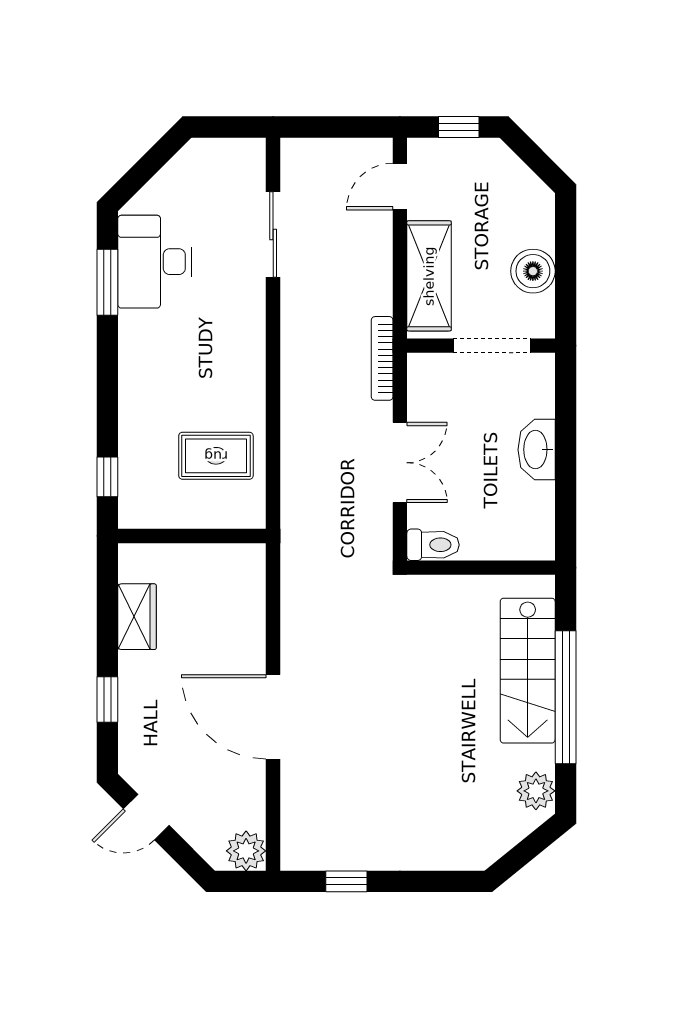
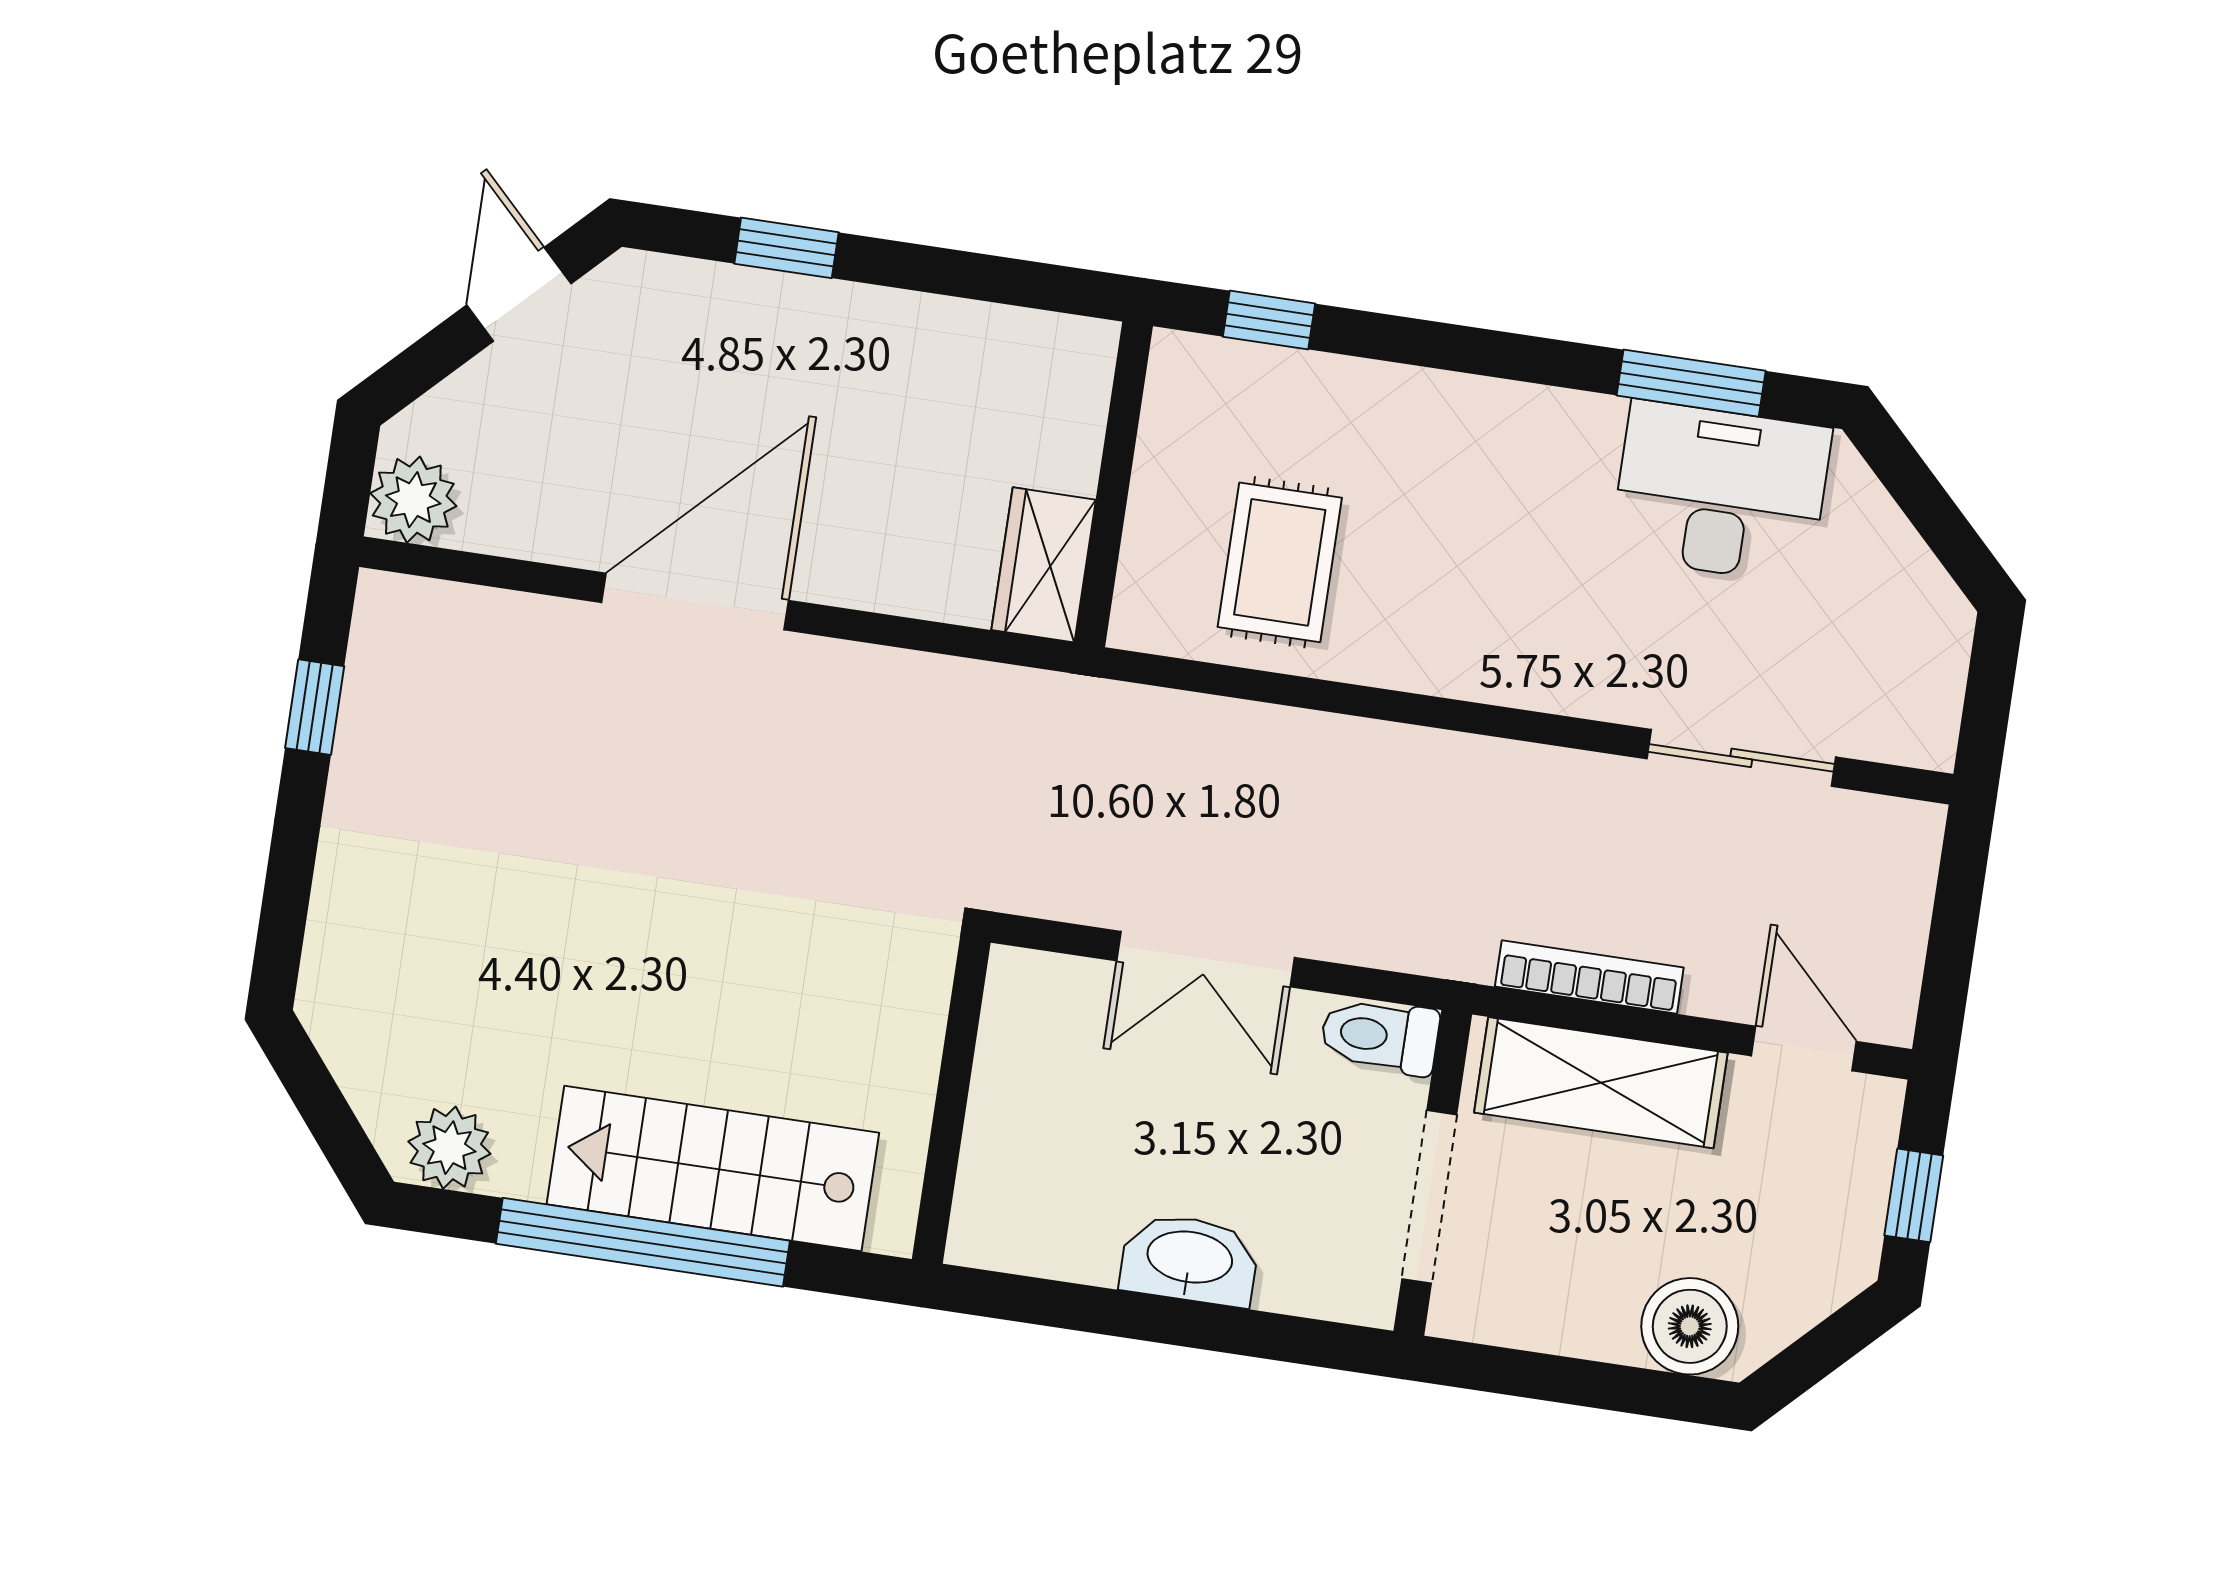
boiler: (533, 271) -> (1690, 1326), moved
bookcase: (382, 358) -> (1589, 977), moved
toilet: (433, 545) -> (1380, 1036), moved, turned 90
wardrobe: (137, 617) -> (1044, 565), moved, turned 90

